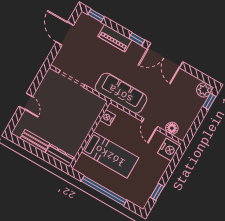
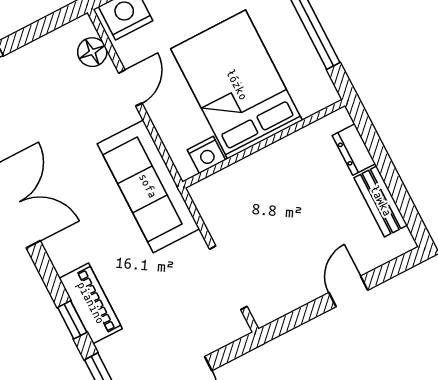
window: (137, 39) -> (72, 320), moved
dresser: (60, 155) -> (354, 150), width x0.70
bed: (110, 155) -> (237, 85), width x1.50

